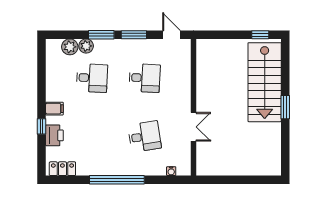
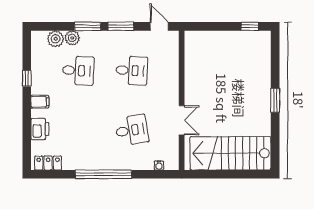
stairs: (265, 82) -> (231, 153), moved, turned 90
window: (42, 126) -> (27, 78), moved

